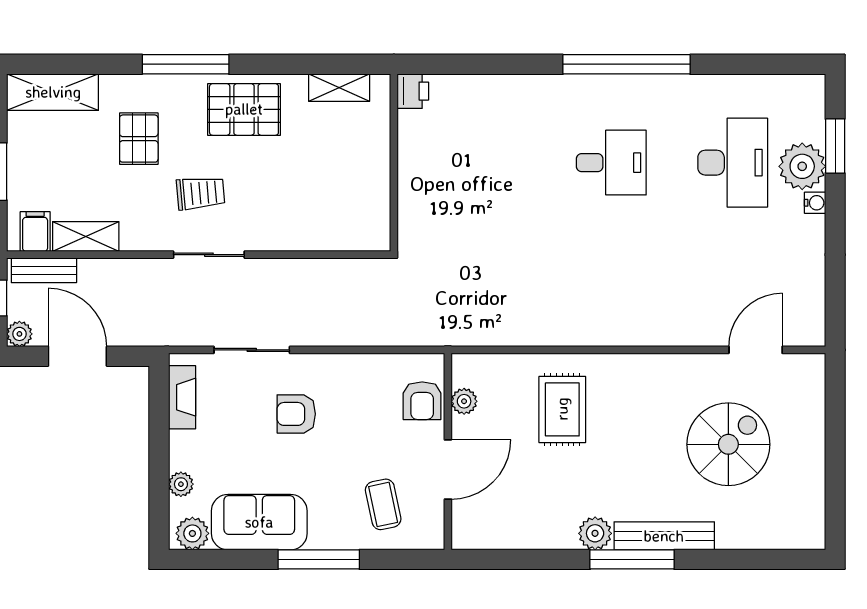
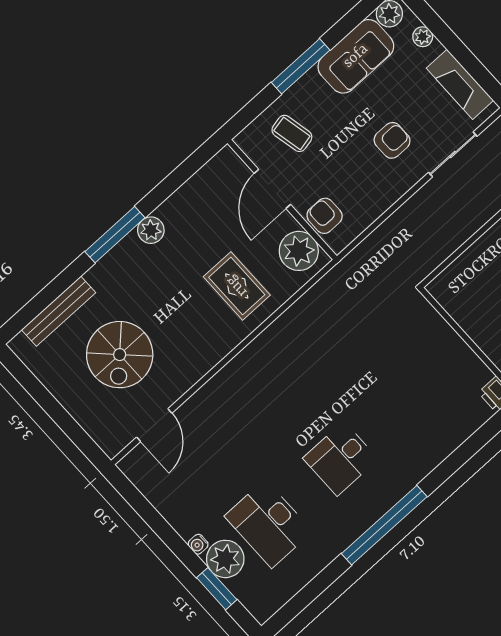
fireplace: (182, 397) -> (460, 84), width x1.37, depth x1.32
plant: (464, 401) -> (299, 251), width x1.88, depth x1.88
bench: (664, 536) -> (59, 311), moved

